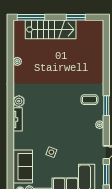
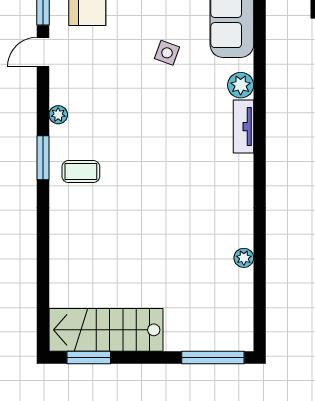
window: (76, 17) -> (89, 357), moved
stairs: (51, 29) -> (106, 330), moved
plant: (19, 101) -> (241, 85), moved

